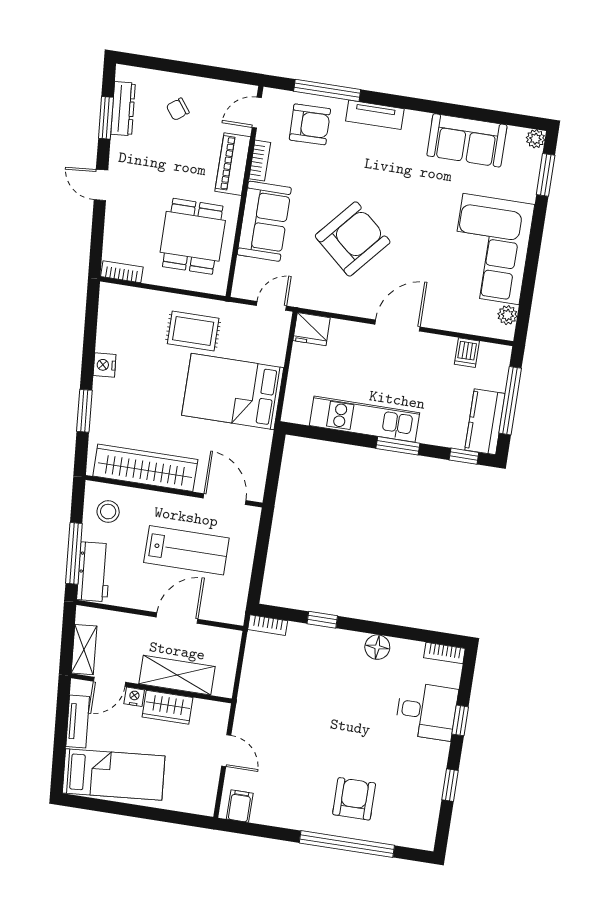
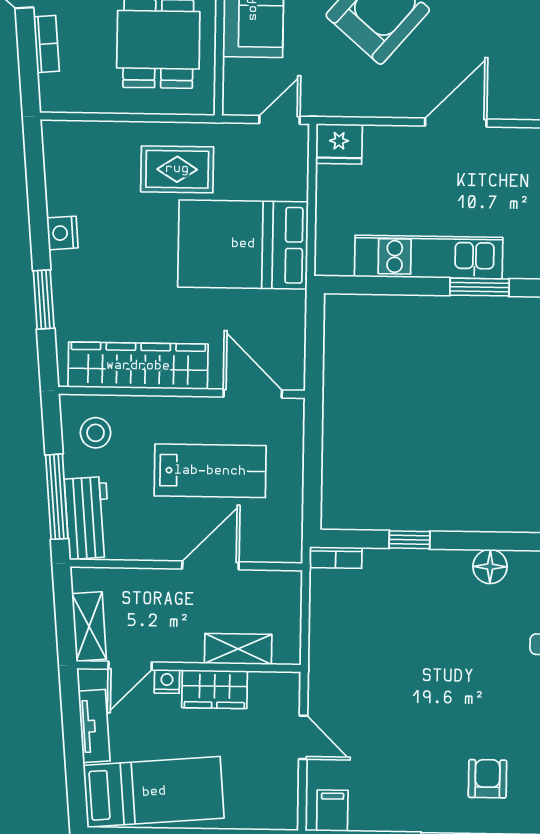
bookcase: (122, 272) -> (46, 44), moved, turned 85
shelving: (177, 675) -> (238, 649), width x0.67, depth x0.75
armchair: (354, 799) -> (487, 779), width x0.72, depth x0.72

